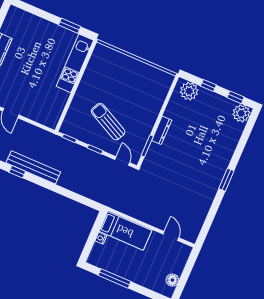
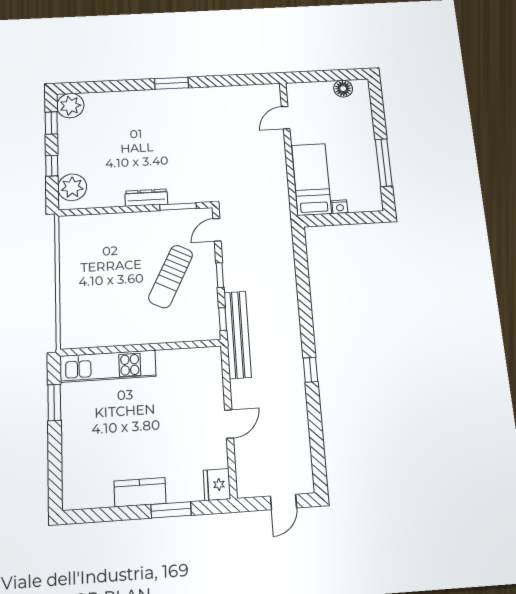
bench: (33, 167) -> (238, 335), moved

